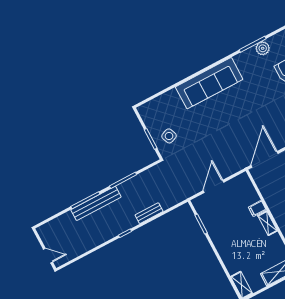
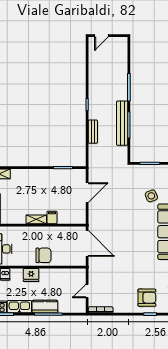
side table: (169, 136) -> (151, 196), moved
door: (213, 186) -> (87, 193), hinge flipped
bench: (96, 203) -> (122, 123), moved

